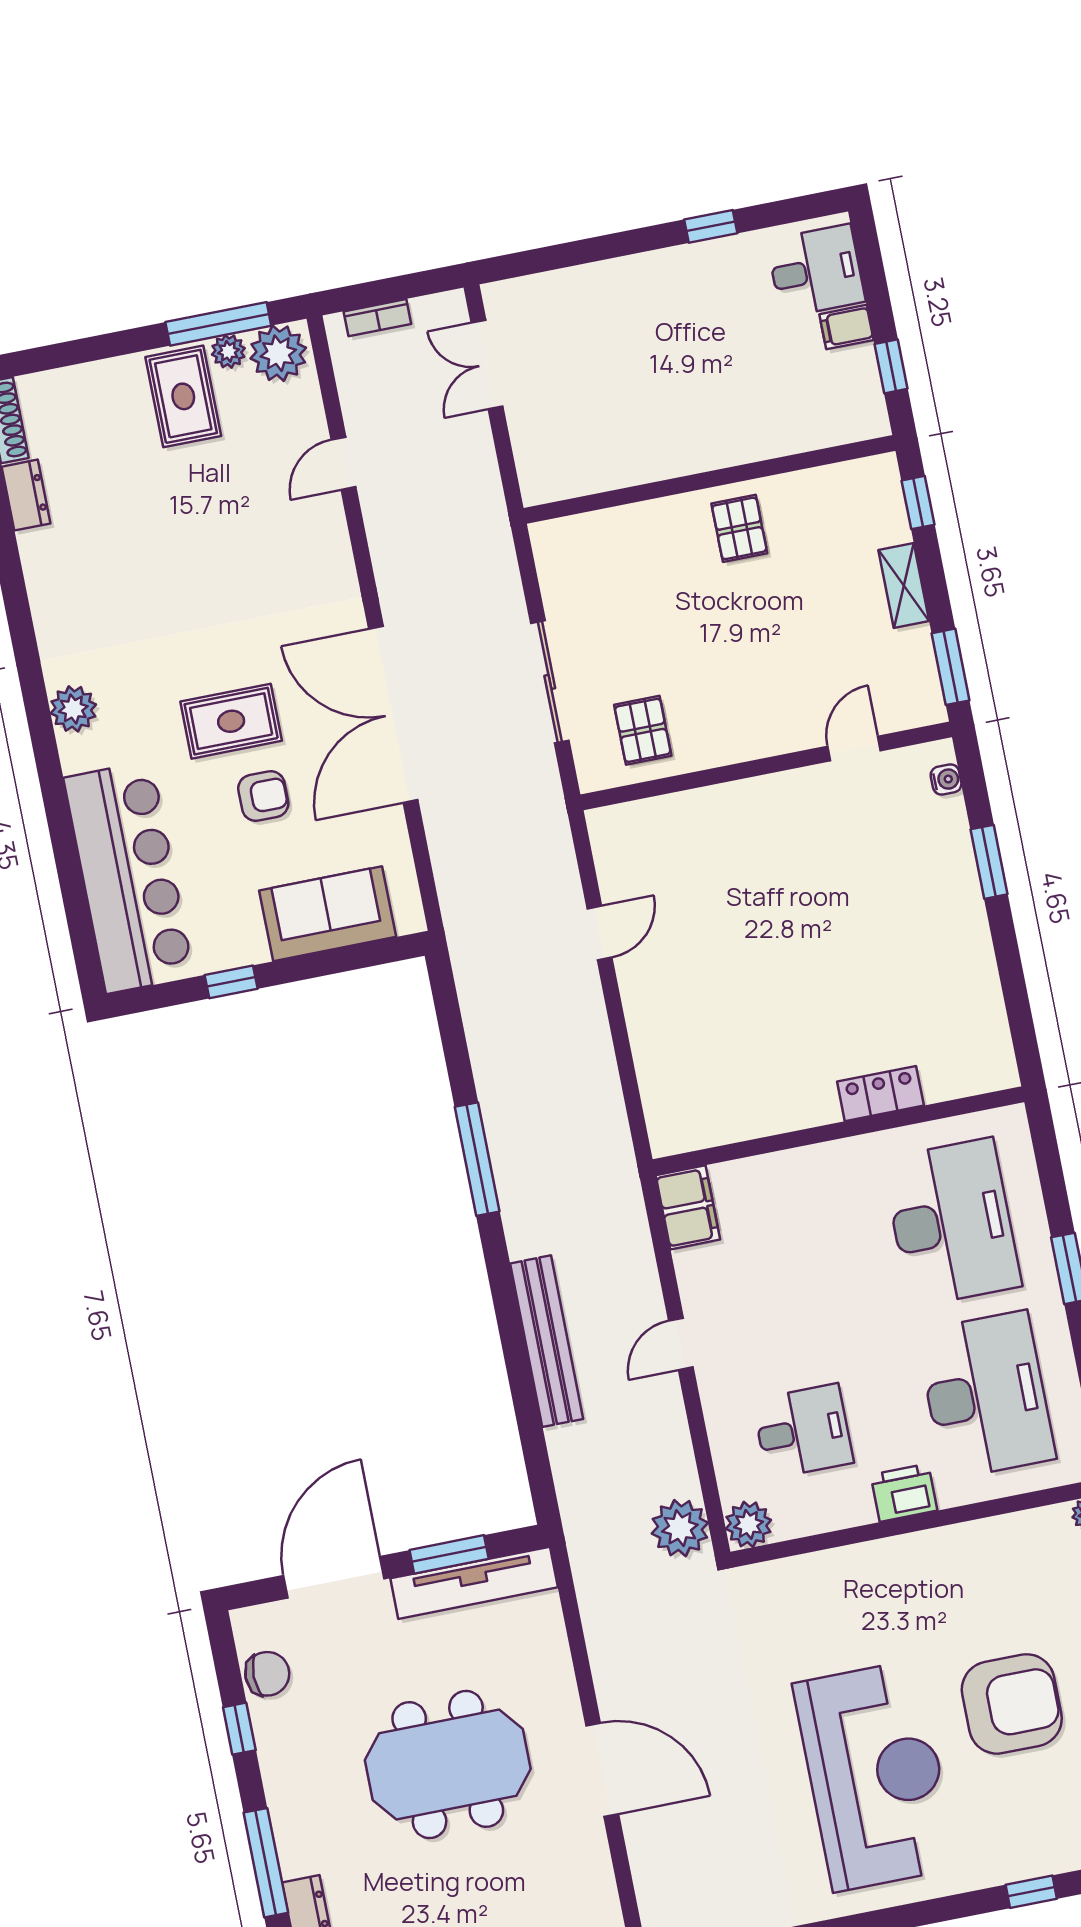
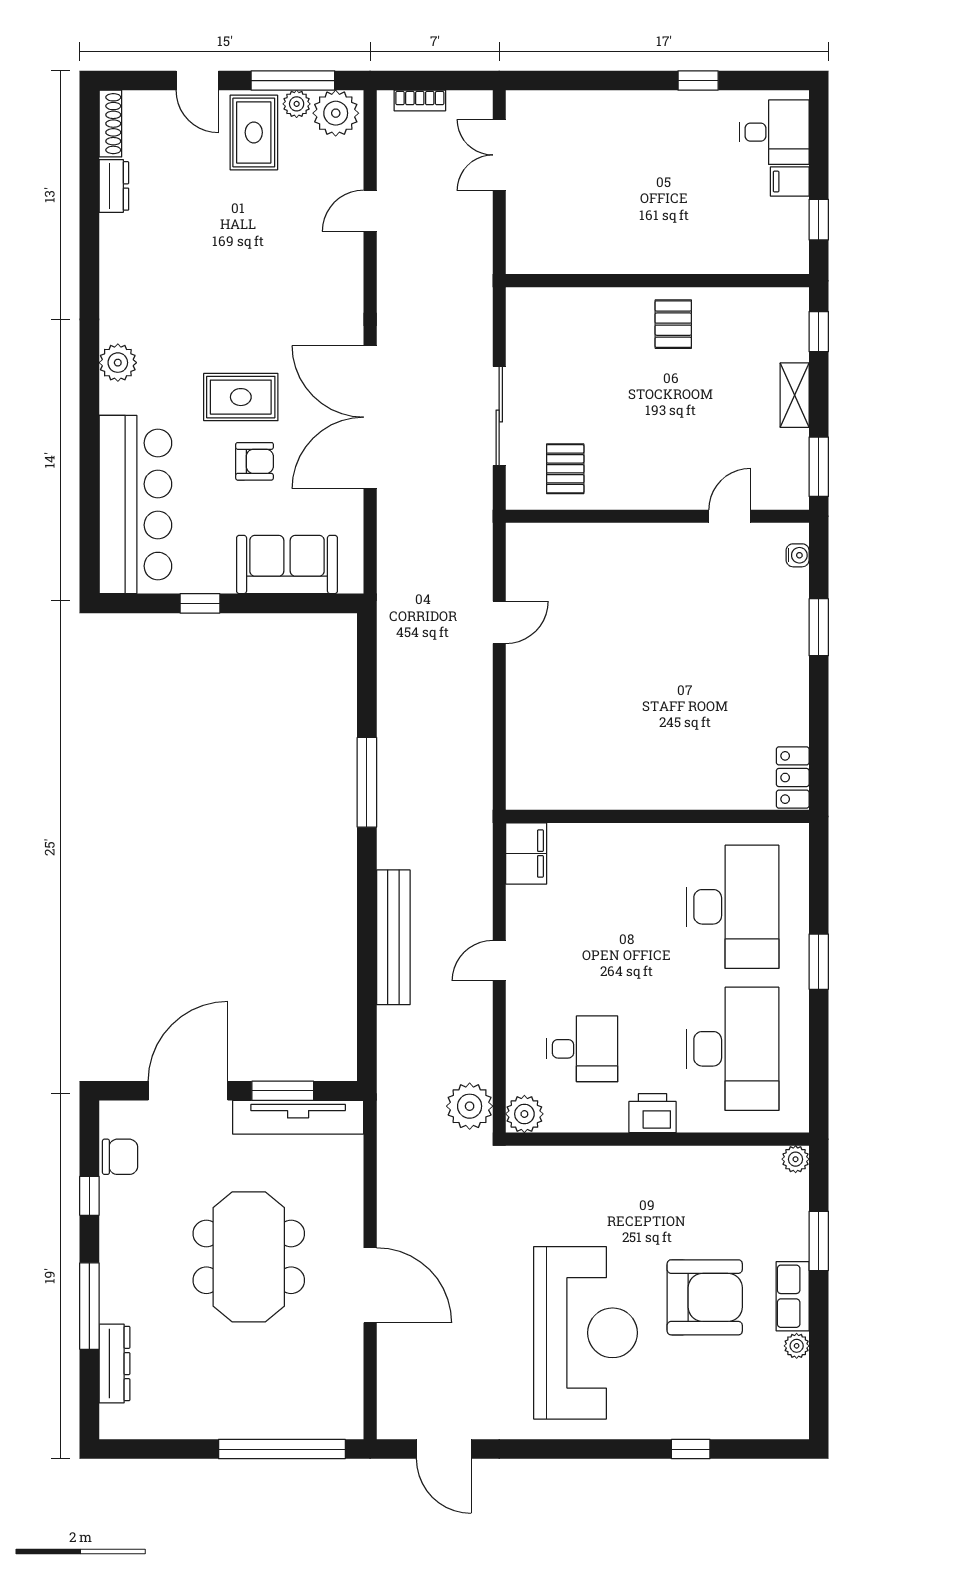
door: (102, 347) -> (197, 81), added
locker: (880, 1094) -> (793, 778), moved, turned -90
meeting table: (448, 1765) -> (249, 1257), turned 90

